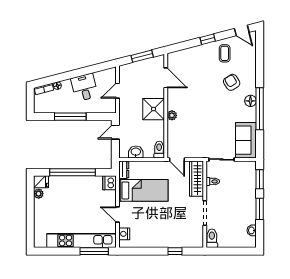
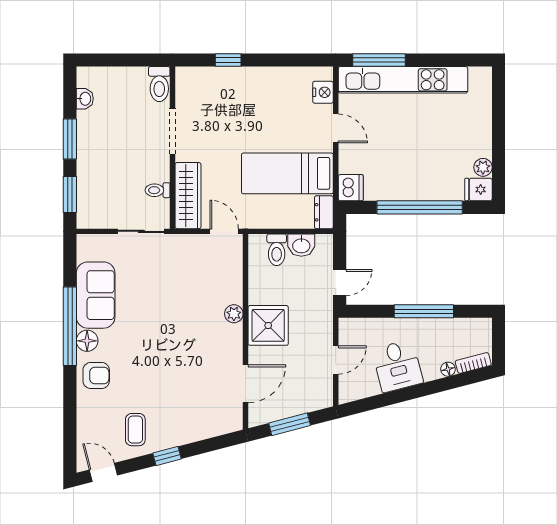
door: (166, 78) -> (246, 384), swing flipped
armchair: (232, 82) -> (96, 375), moved, turned -58
sofa: (246, 140) -> (96, 295), moved
toilet: (159, 150) -> (277, 250), moved

